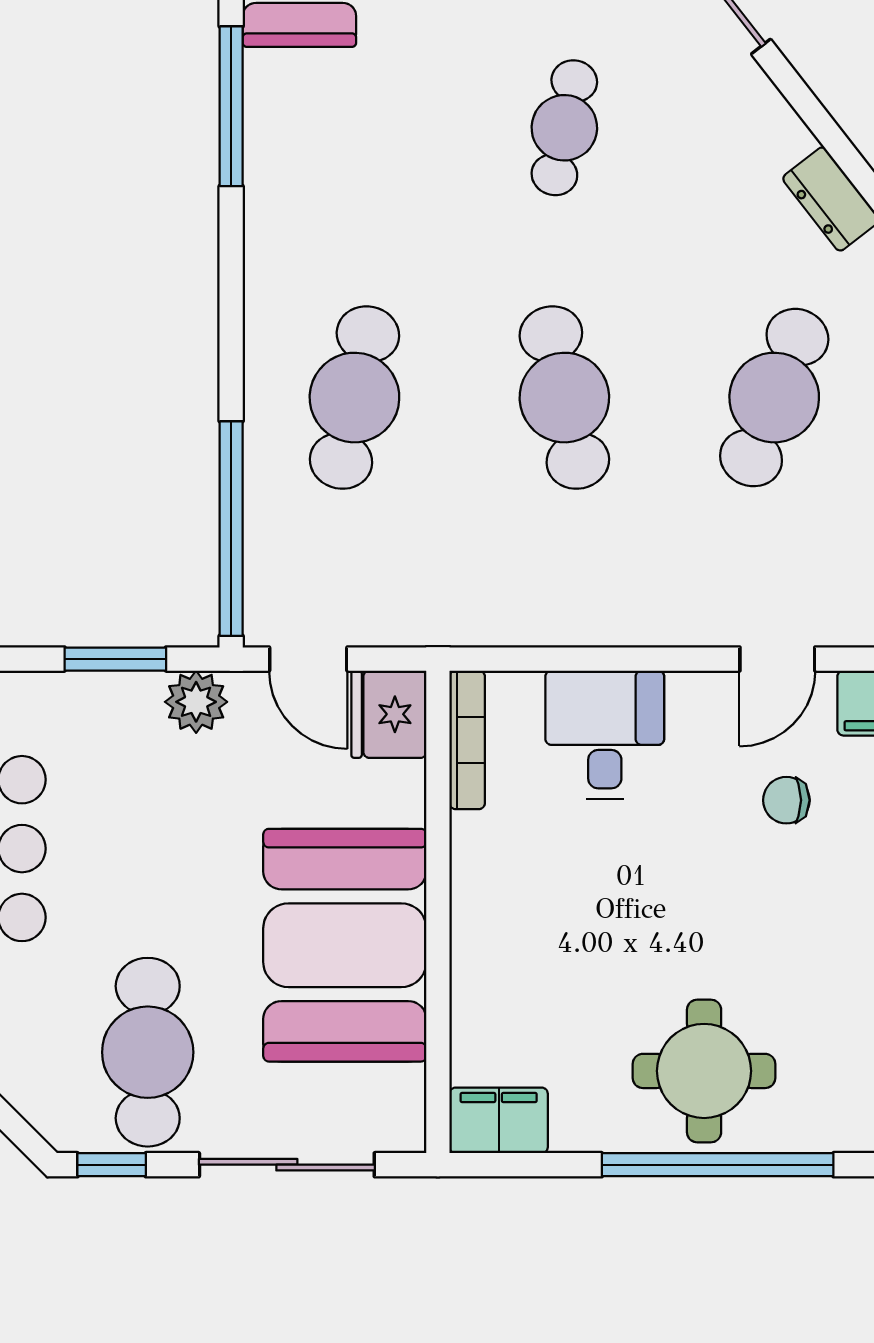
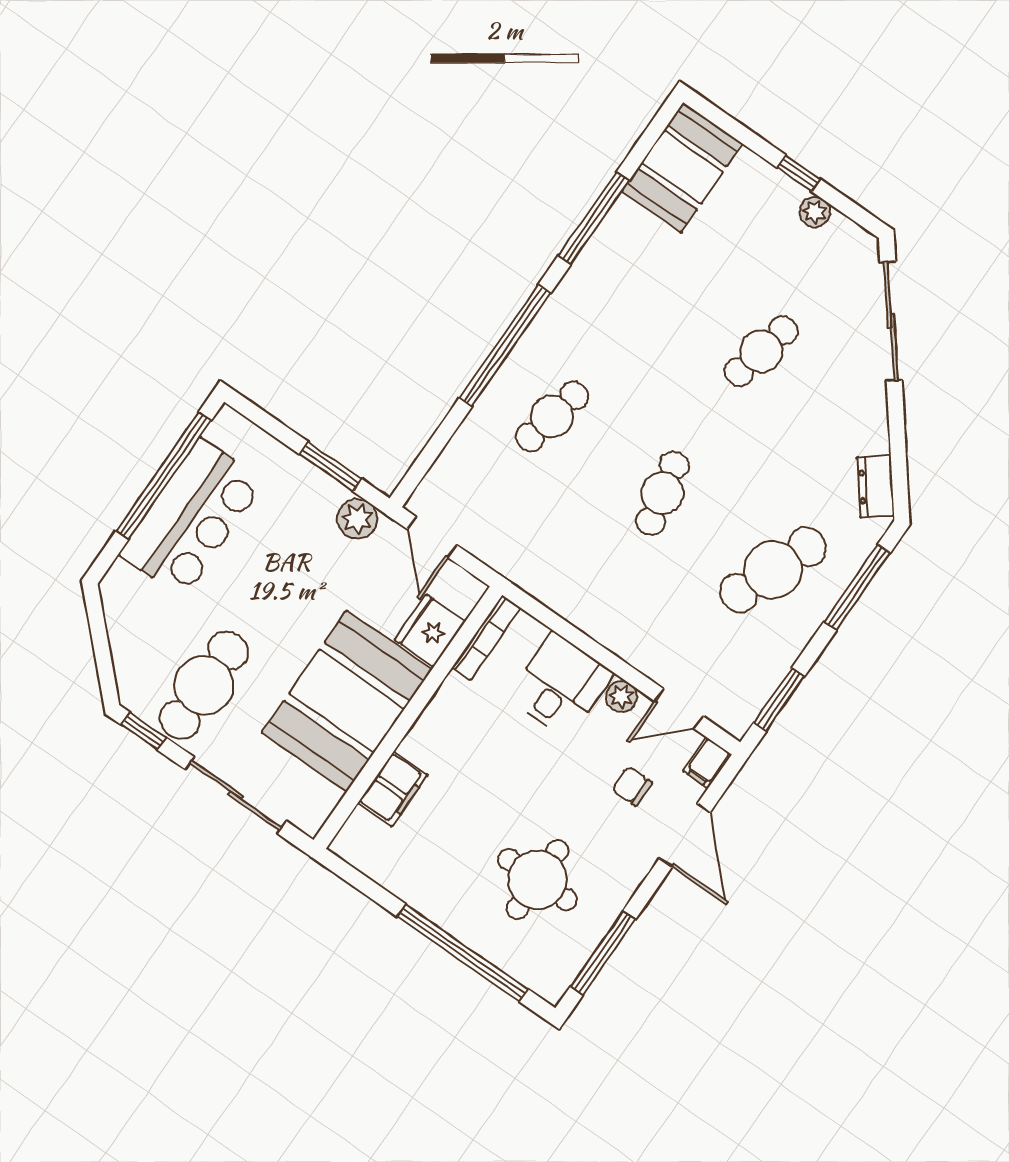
cafe table: (354, 398) -> (552, 416), width x0.73, depth x0.74
cafe table: (564, 398) -> (662, 493), width x0.73, depth x0.74
window: (231, 529) -> (505, 346), moved
plant: (693, 695) -> (621, 697), added
fridge: (389, 714) -> (430, 631), moved
round table: (704, 1071) -> (537, 880), moved
filing cabinet: (499, 1120) -> (393, 789), moved, turned 90

